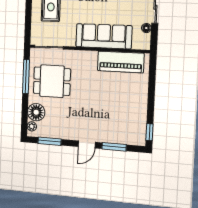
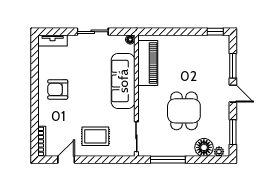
floor lamp: (146, 28) -> (130, 40), moved
dining table: (52, 81) -> (184, 111), moved

